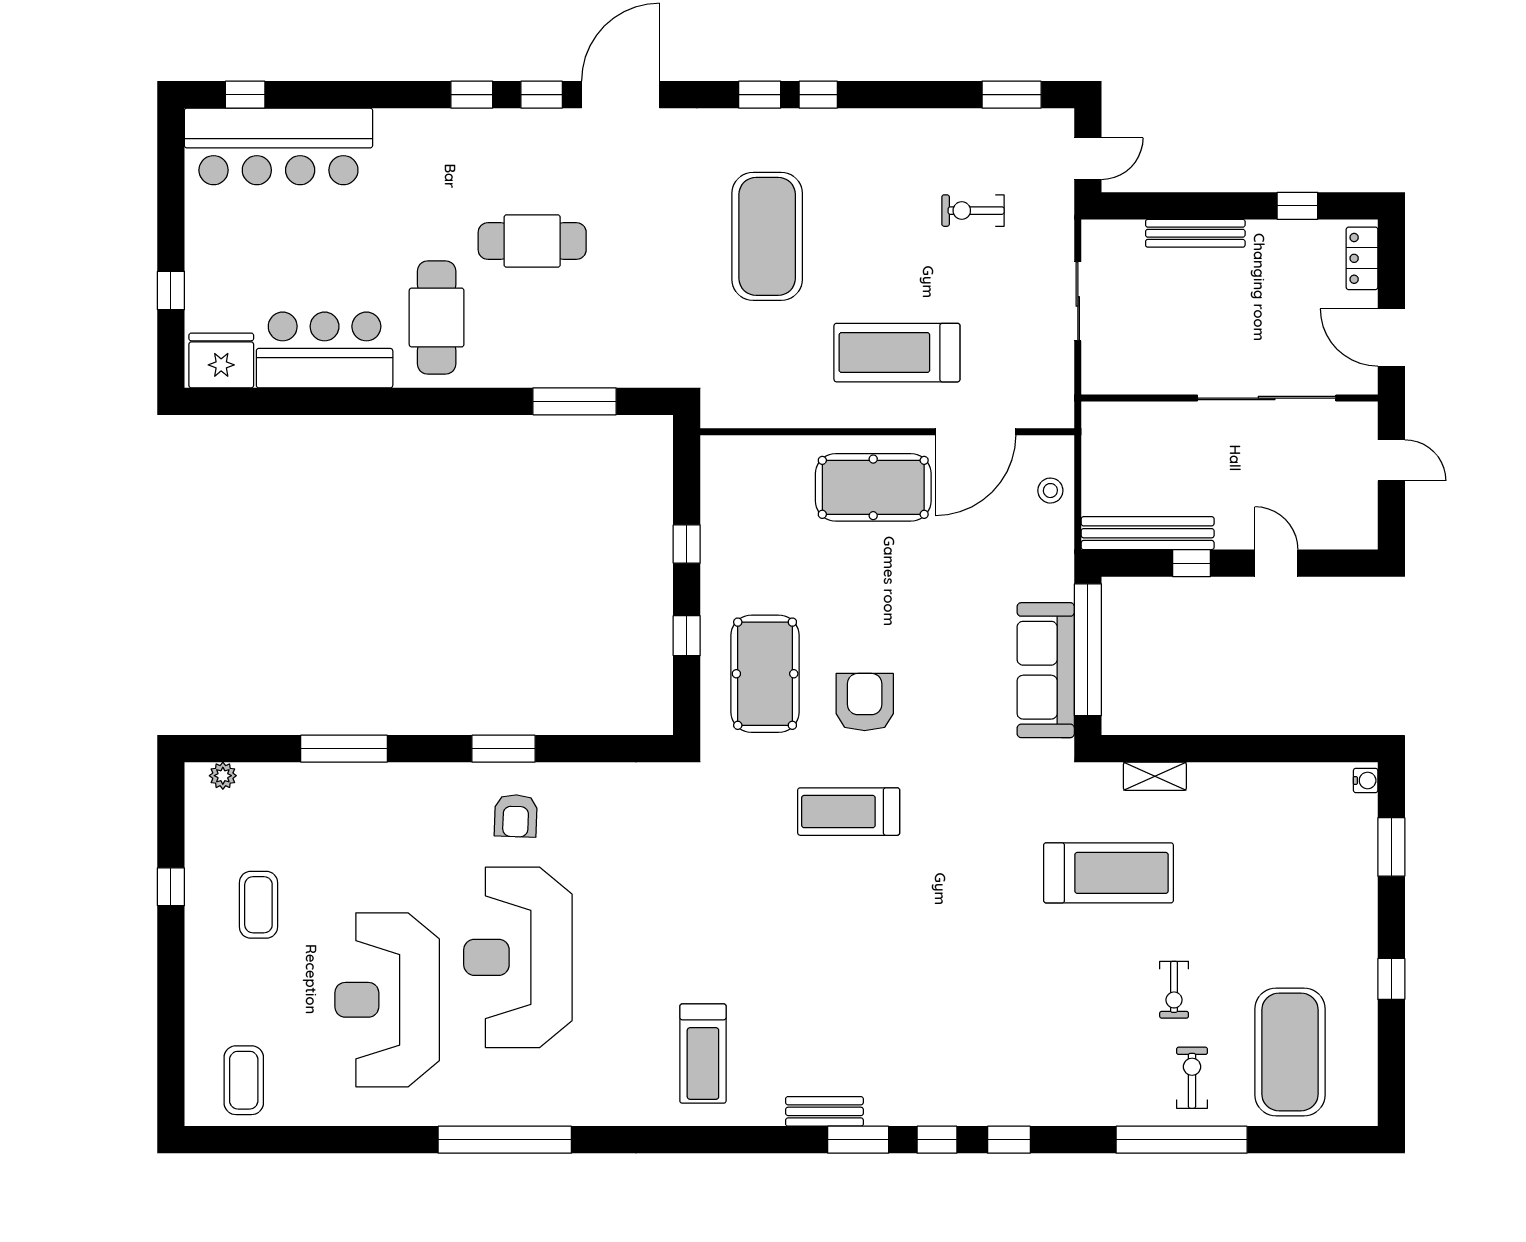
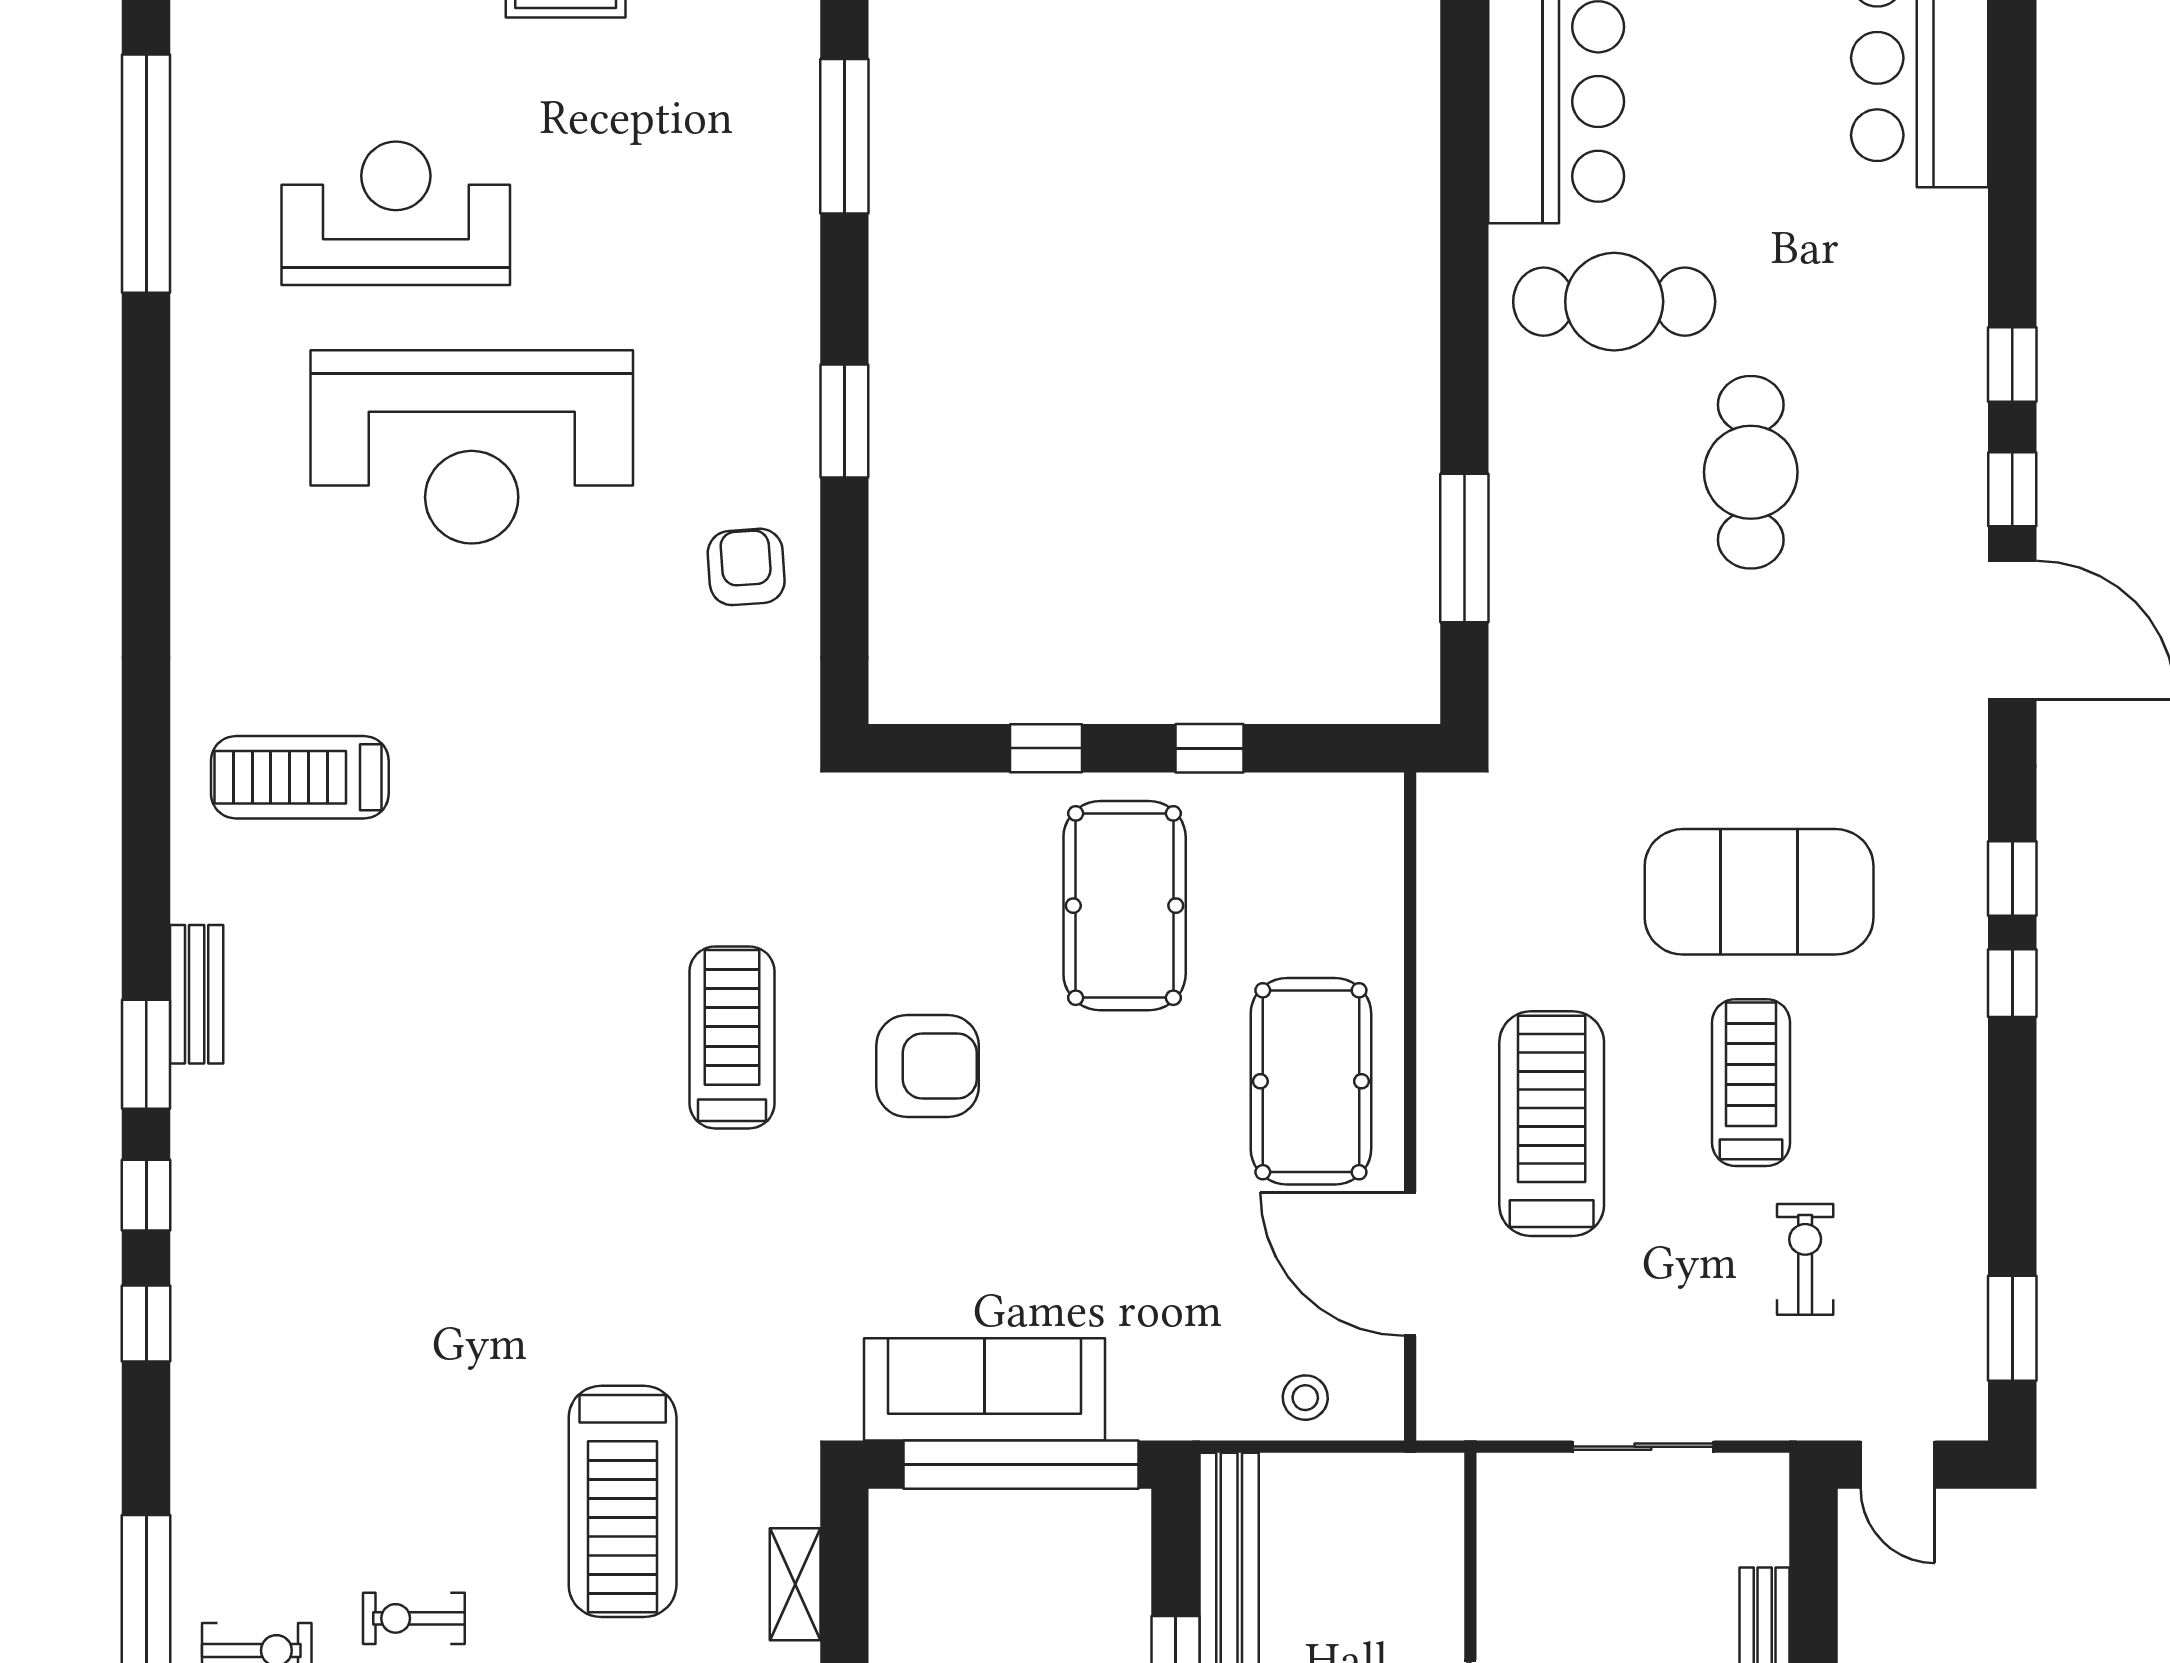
treadmill: (874, 241) -> (1751, 1083), added
pool table: (765, 674) -> (1125, 906), moved, turned 90
armchair: (516, 816) -> (746, 567), moved, turned 84
reception desk: (518, 957) -> (472, 447), turned 180
reception desk: (387, 1000) -> (396, 213), width x0.74, depth x0.77
window: (505, 1140) -> (146, 174), moved

